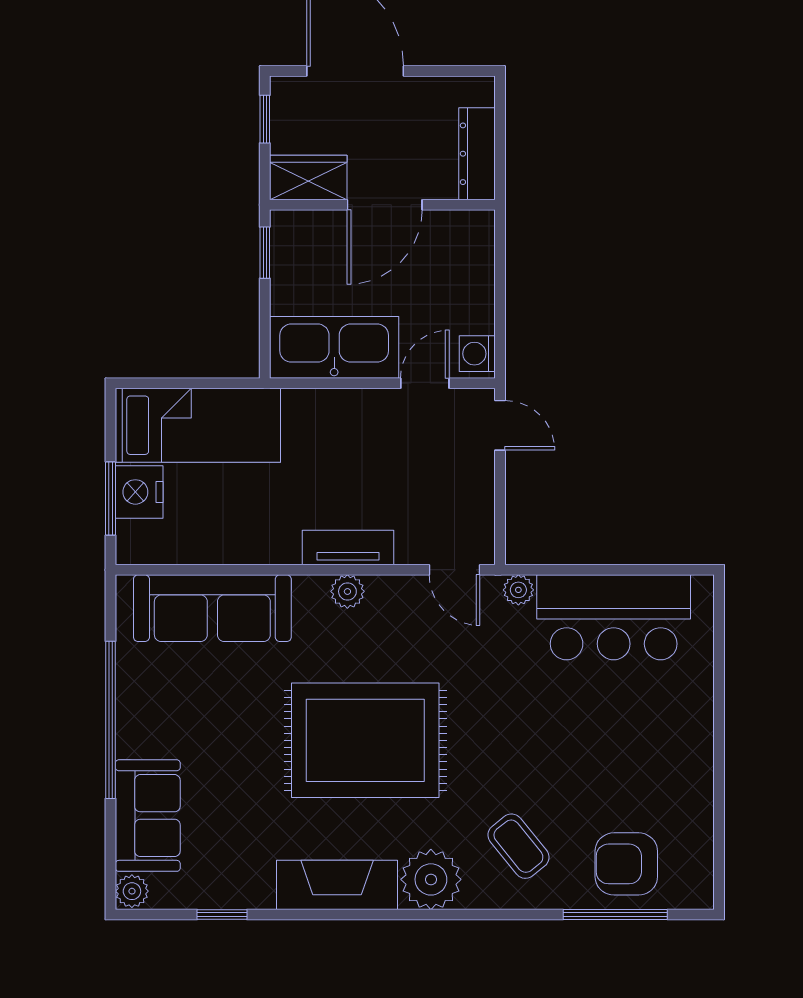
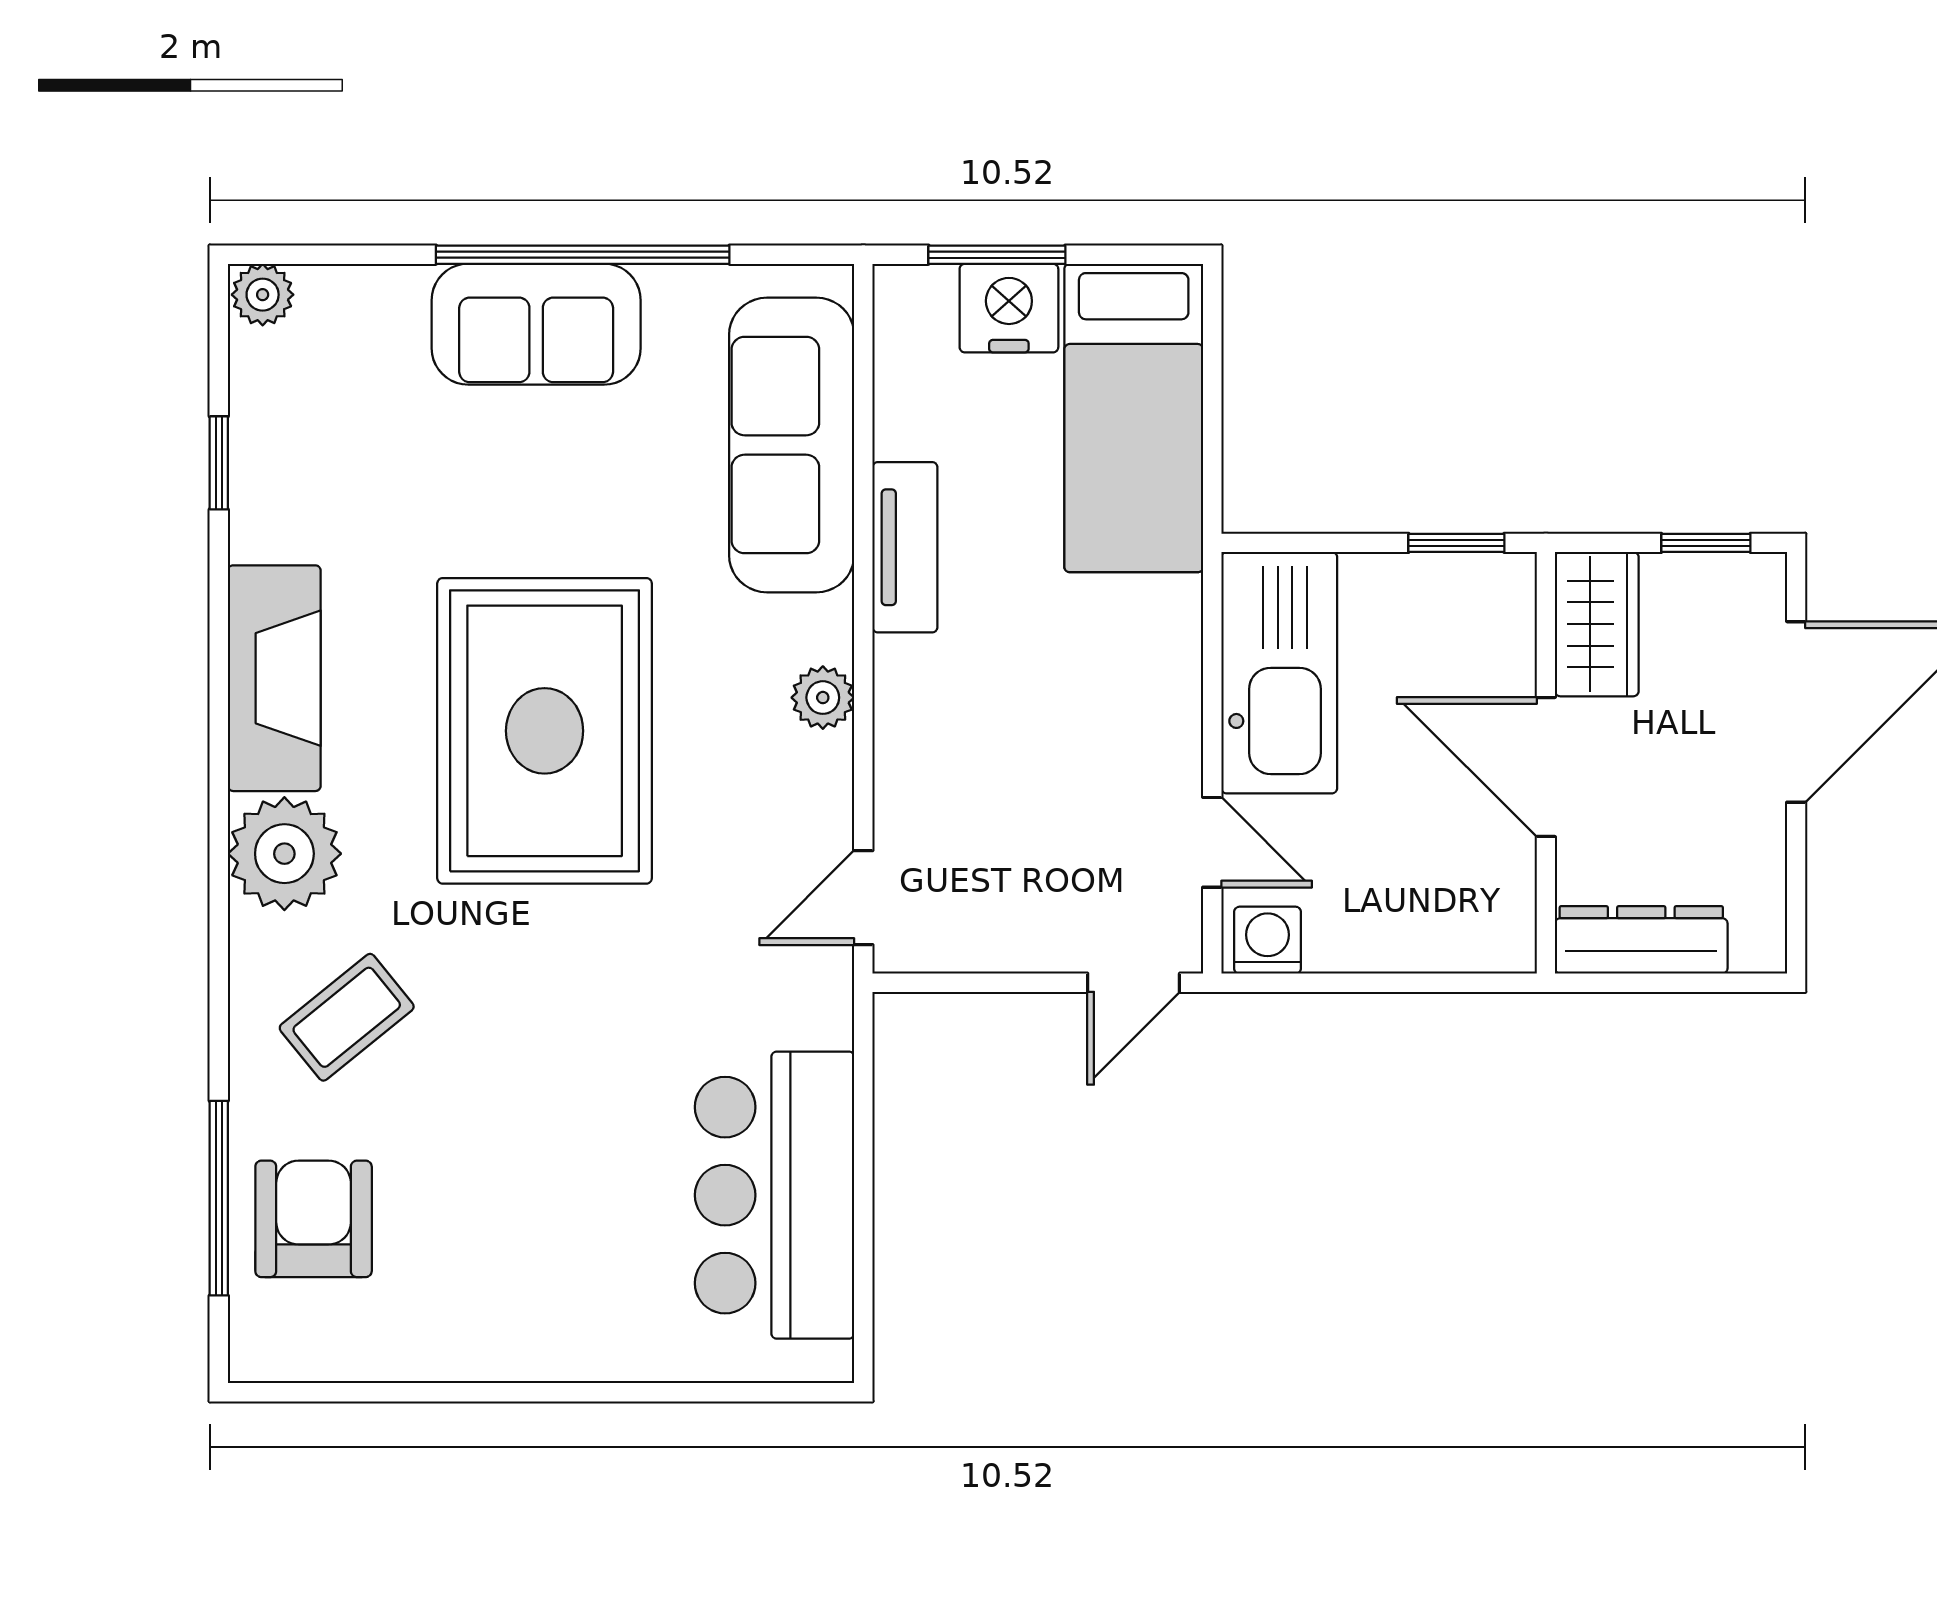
tv unit: (348, 548) -> (905, 547), moved
plant: (518, 590) -> (826, 1017), removed
sofa: (148, 816) -> (536, 324), moved

